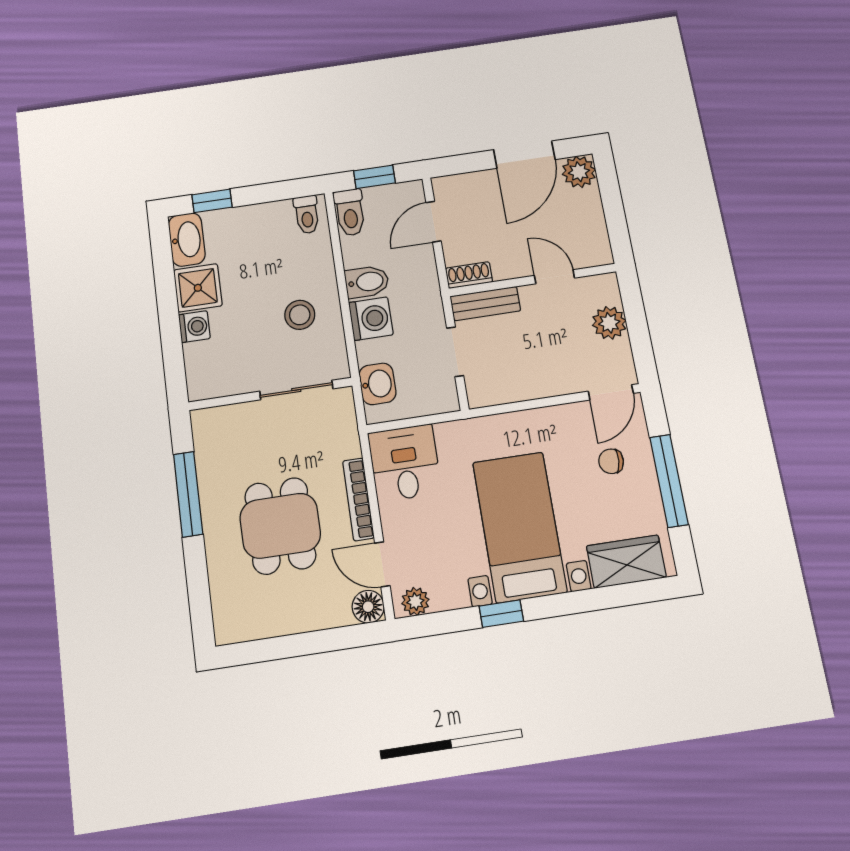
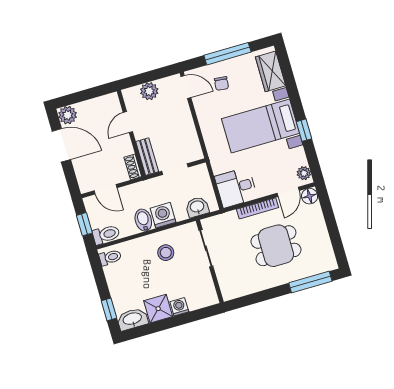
window: (188, 494) -> (310, 282), moved

